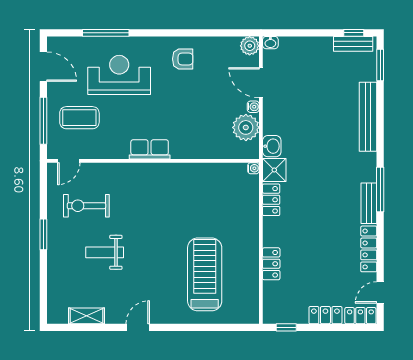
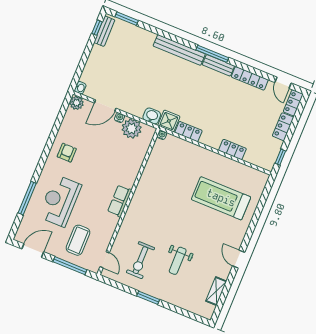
bench: (368, 117) -> (179, 50), moved

